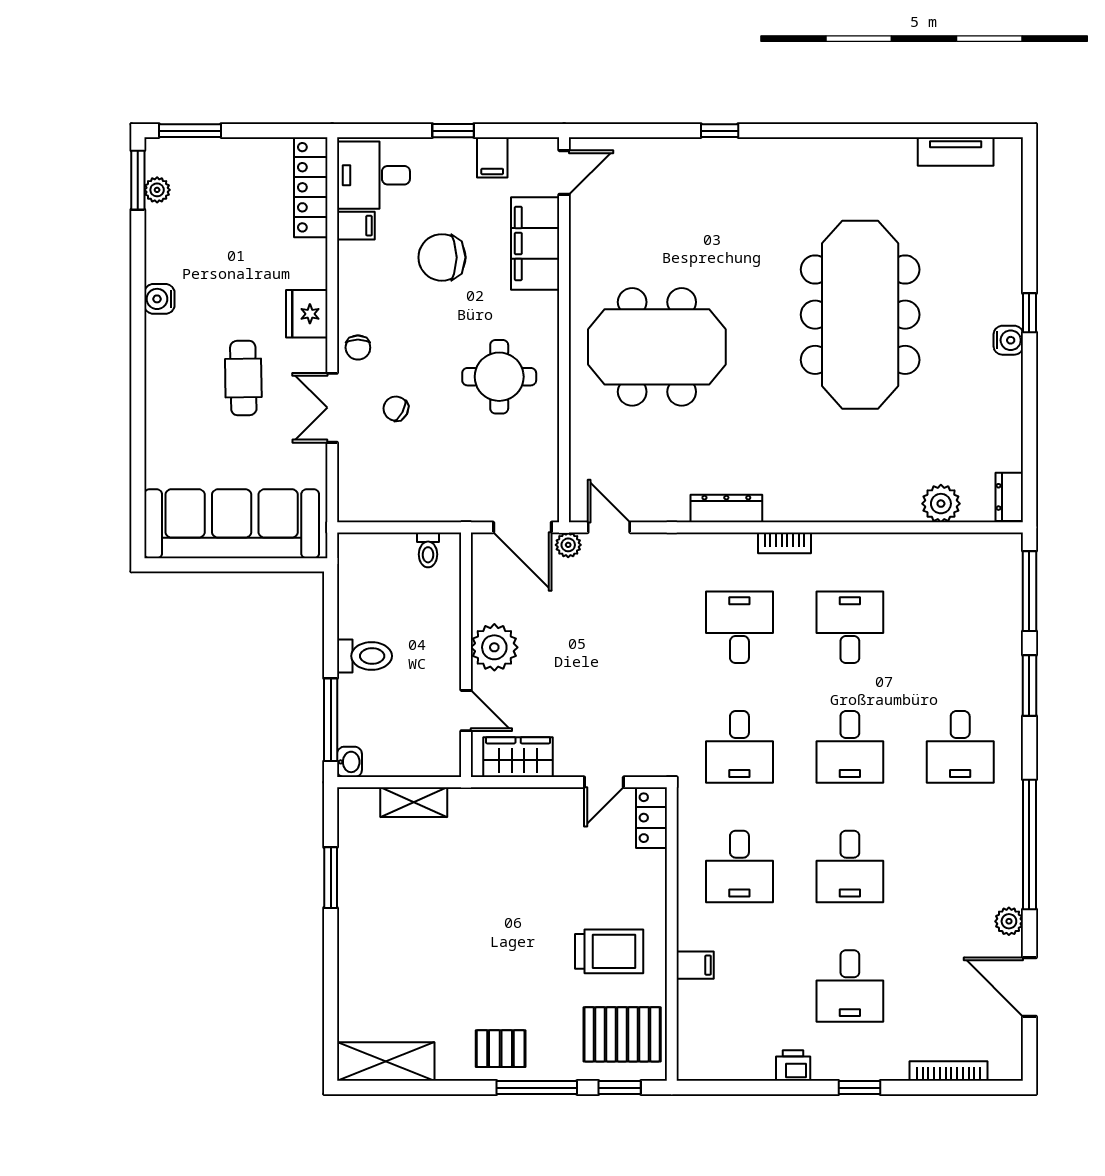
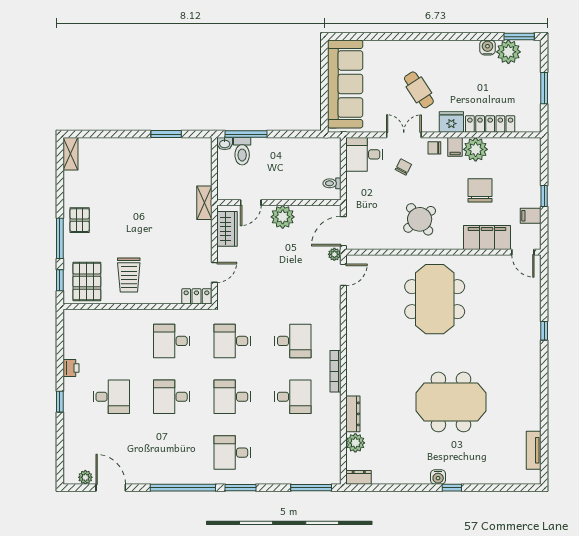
window: (190, 131) -> (544, 88), moved
desk: (373, 175) -> (364, 154), moved, turned -90
locker: (311, 187) -> (490, 124), moved
plant: (157, 190) -> (508, 52), width x1.88, depth x1.88
filing cabinet: (356, 226) -> (455, 147), moved
plant: (361, 266) -> (476, 149), added
water cooler: (159, 299) -> (488, 47), moved
meeting table: (860, 315) -> (451, 402), width x0.73
round table: (499, 377) -> (420, 219), turned -37
cafe table: (243, 378) -> (419, 90), turned 58
dresser: (726, 509) -> (353, 414), moved
bookcase: (784, 543) -> (336, 371), width x1.56
toilet: (364, 656) -> (242, 151), moved
window: (1029, 686) -> (241, 488), moved
door: (604, 782) -> (214, 272), swing flipped
shelving: (414, 802) -> (204, 203), moved
plant: (1009, 921) -> (85, 477), moved
filing cabinet: (695, 965) -> (122, 318), removed
desk: (850, 986) -> (111, 397), turned 180
door: (1029, 987) -> (111, 488), hinge flipped
shelving: (386, 1062) -> (71, 154), width x0.67, depth x0.75
bookcase: (949, 1071) -> (68, 447), removed

